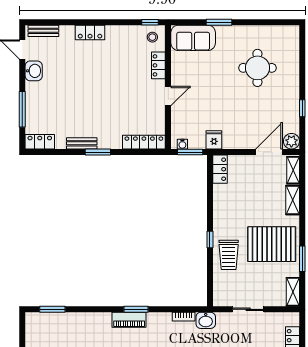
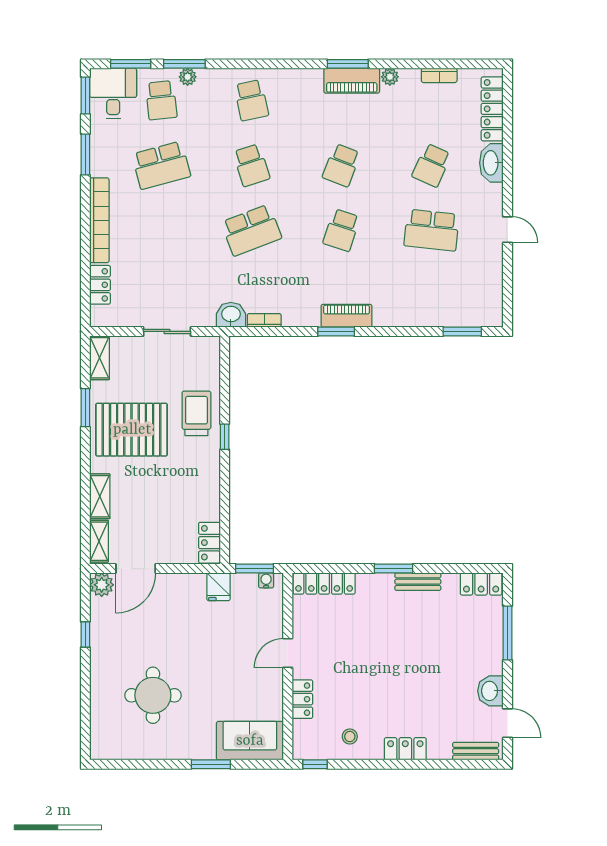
stool: (152, 37) -> (350, 737), moved

